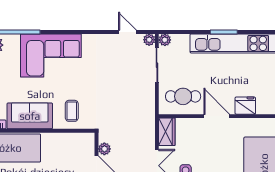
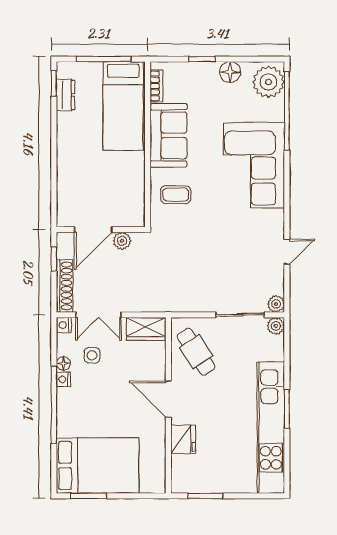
door: (127, 32) -> (287, 252), moved
cafe table: (183, 96) -> (196, 352), turned -33
door: (217, 116) -> (168, 399), swing flipped

